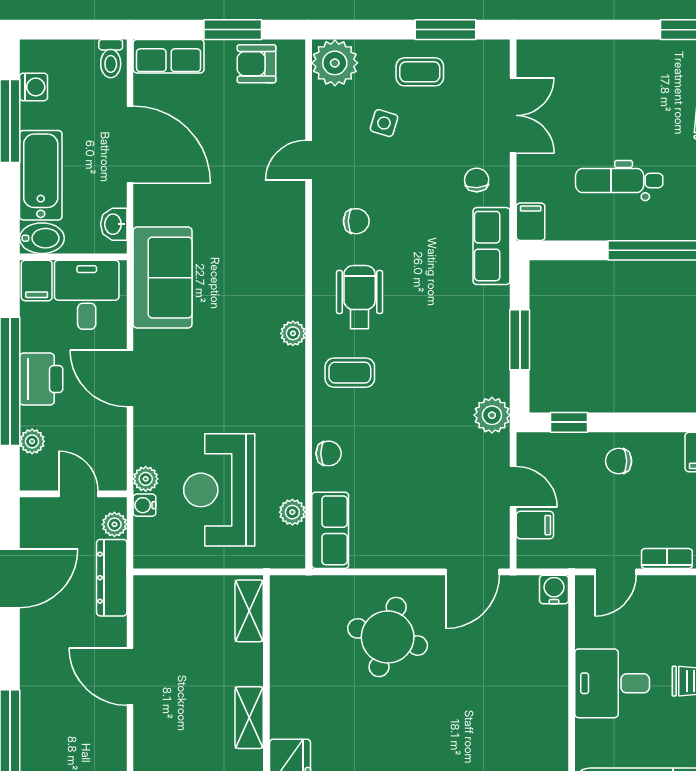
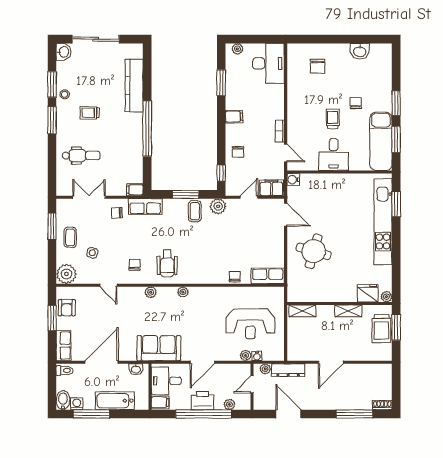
dental chair: (619, 180) -> (81, 156), moved, turned -90
bidet: (42, 238) -> (63, 400), moved
wheelchair: (360, 297) -> (167, 263), turned -90
coffee table: (350, 373) -> (195, 211), moved
plant: (292, 512) -> (151, 292), moved
filing cabinet: (535, 525) -> (271, 188), width x2.00

